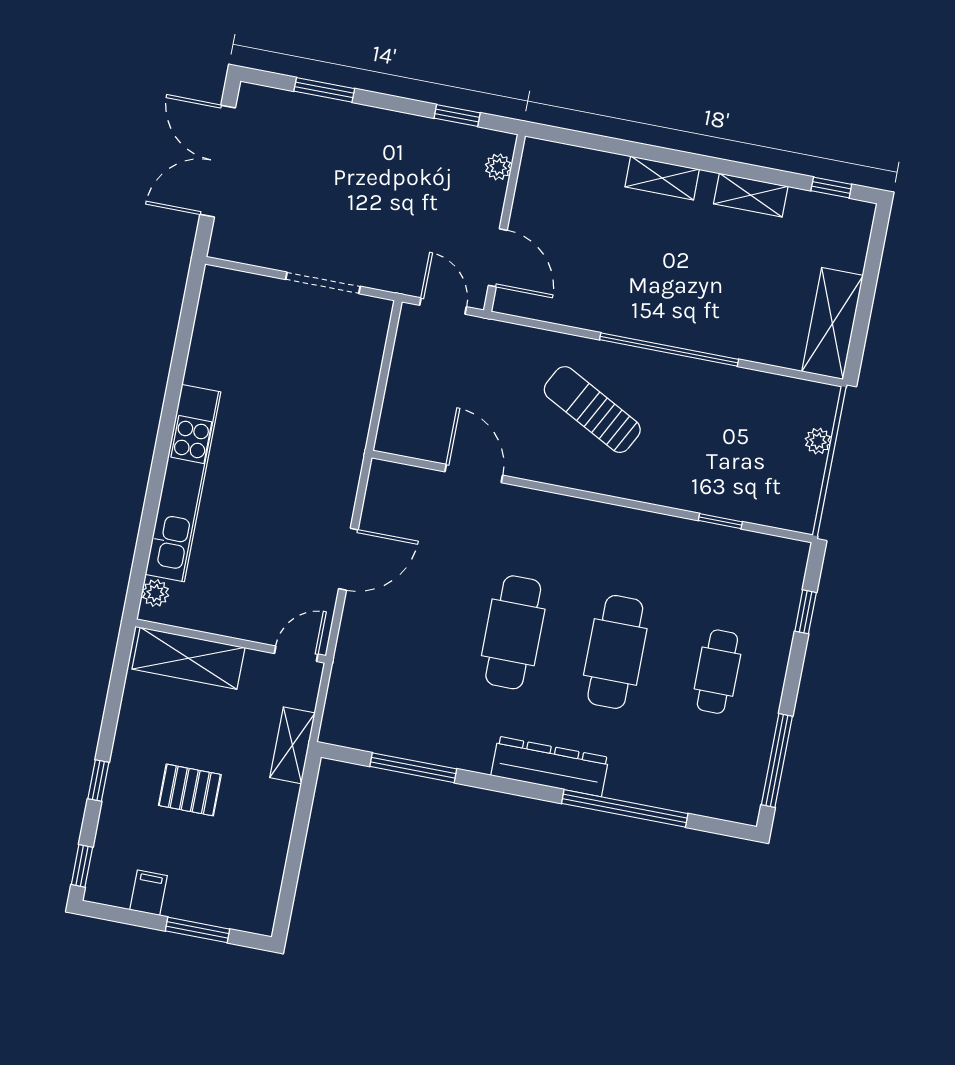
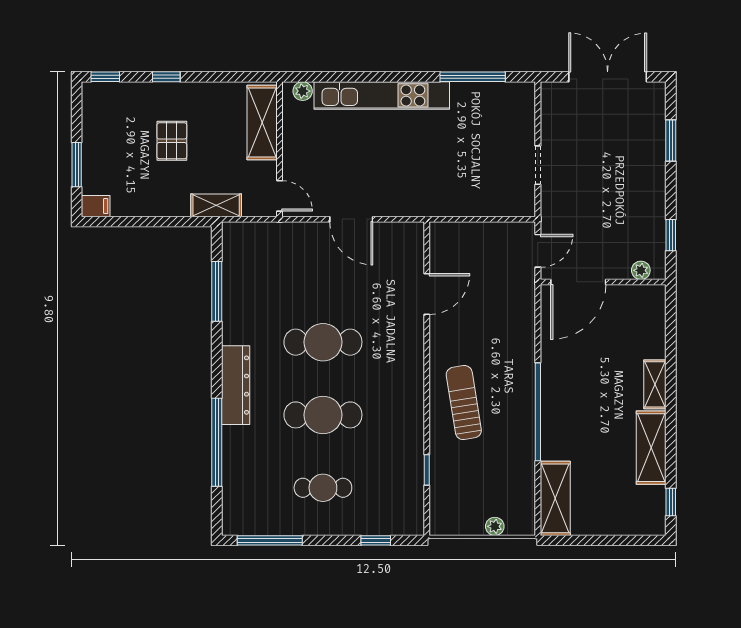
shelving: (751, 195) -> (651, 448), width x1.50, depth x1.33
door: (498, 258) -> (578, 282), width x1.36
doorway: (323, 283) -> (538, 165), width x0.73
shelving: (832, 323) -> (555, 498), moved, turned 90
window: (181, 351) -> (473, 77), added
sun lounger: (592, 410) -> (464, 403), moved, turned -37
filing cabinet: (149, 893) -> (96, 206), moved

